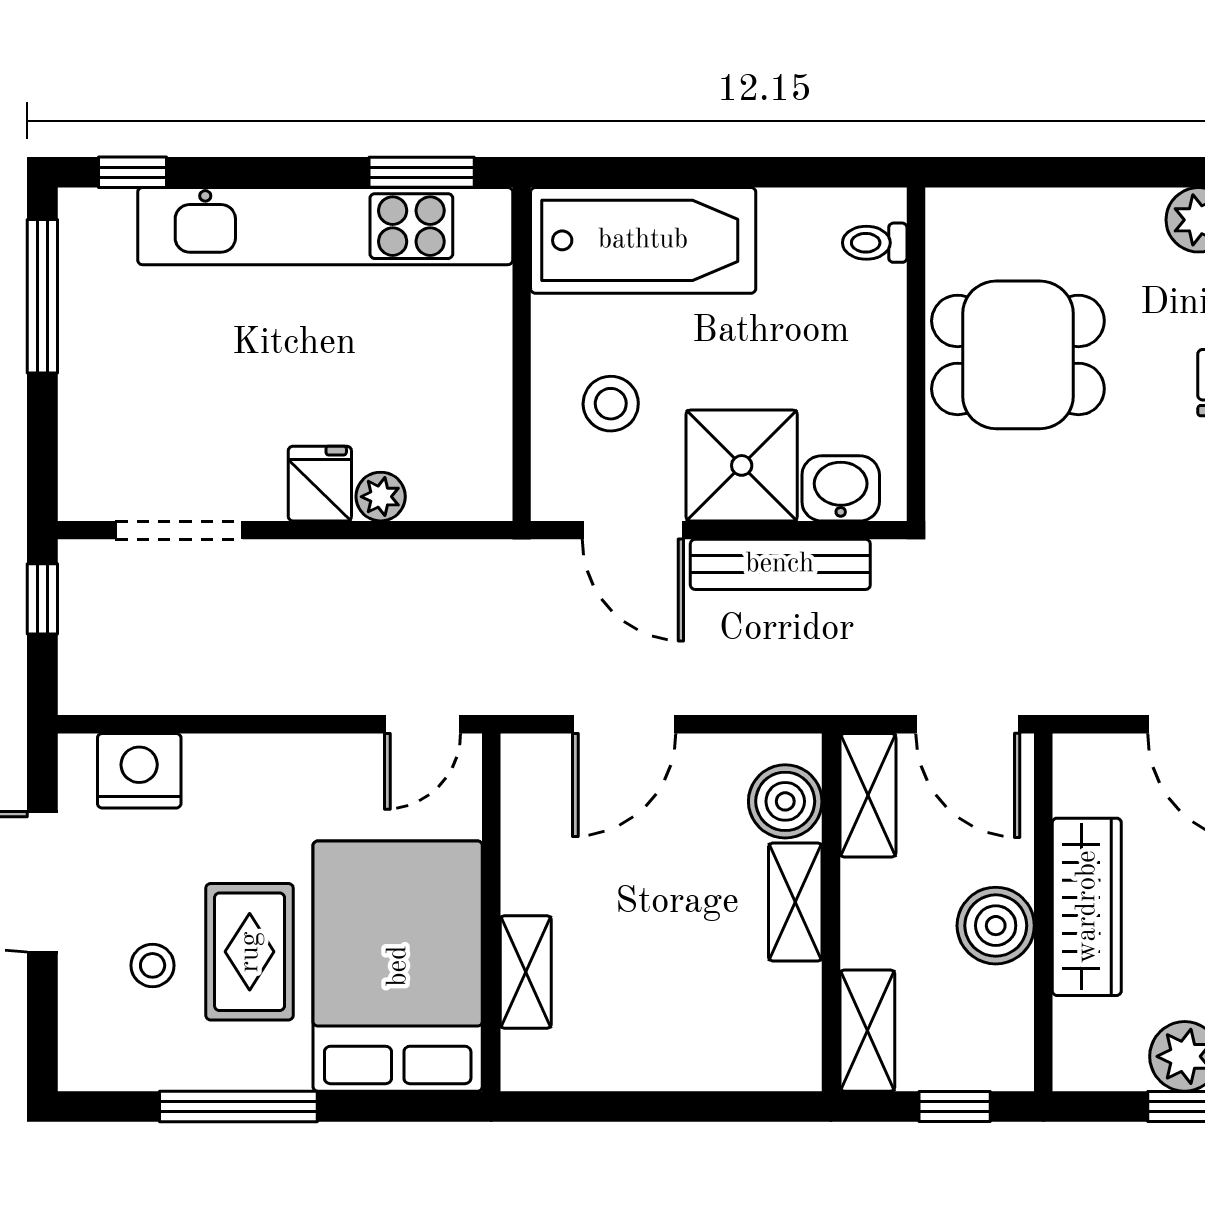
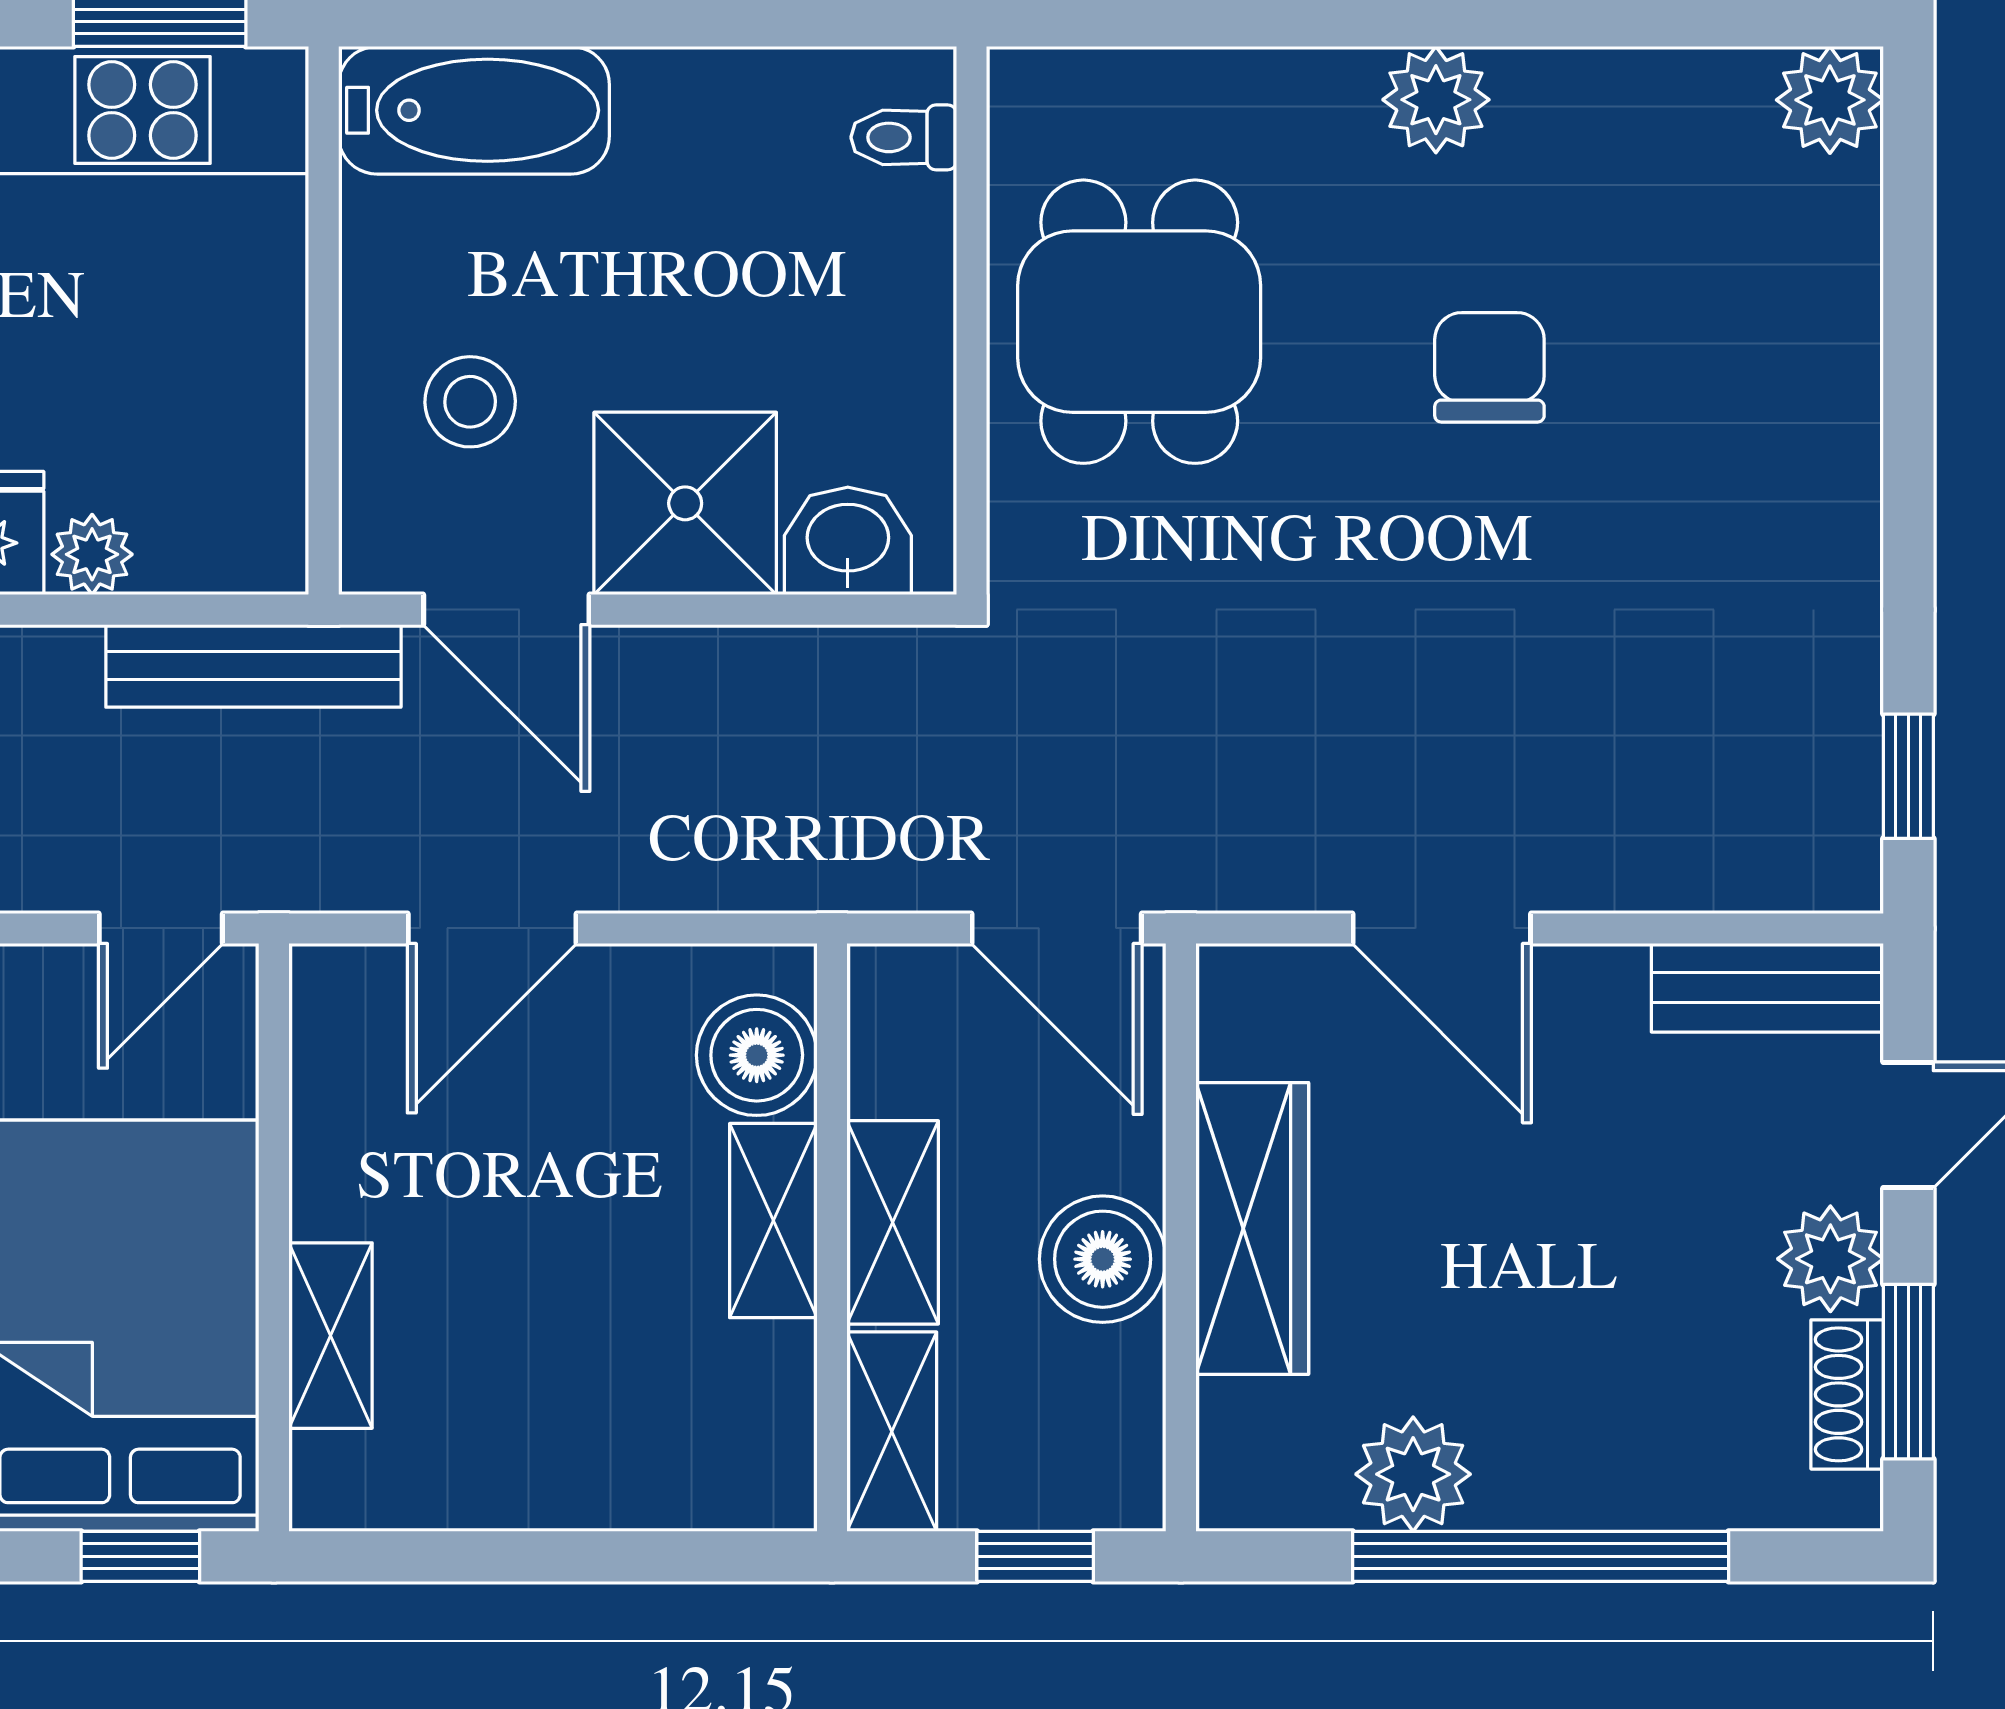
bathtub: (643, 240) -> (474, 110), width x0.73, depth x0.73
dining table: (1018, 355) -> (1139, 322), turned 90
bench: (780, 564) -> (253, 666), moved
shelving: (868, 795) -> (893, 1222), moved
window: (410, 1106) -> (140, 1556), added

